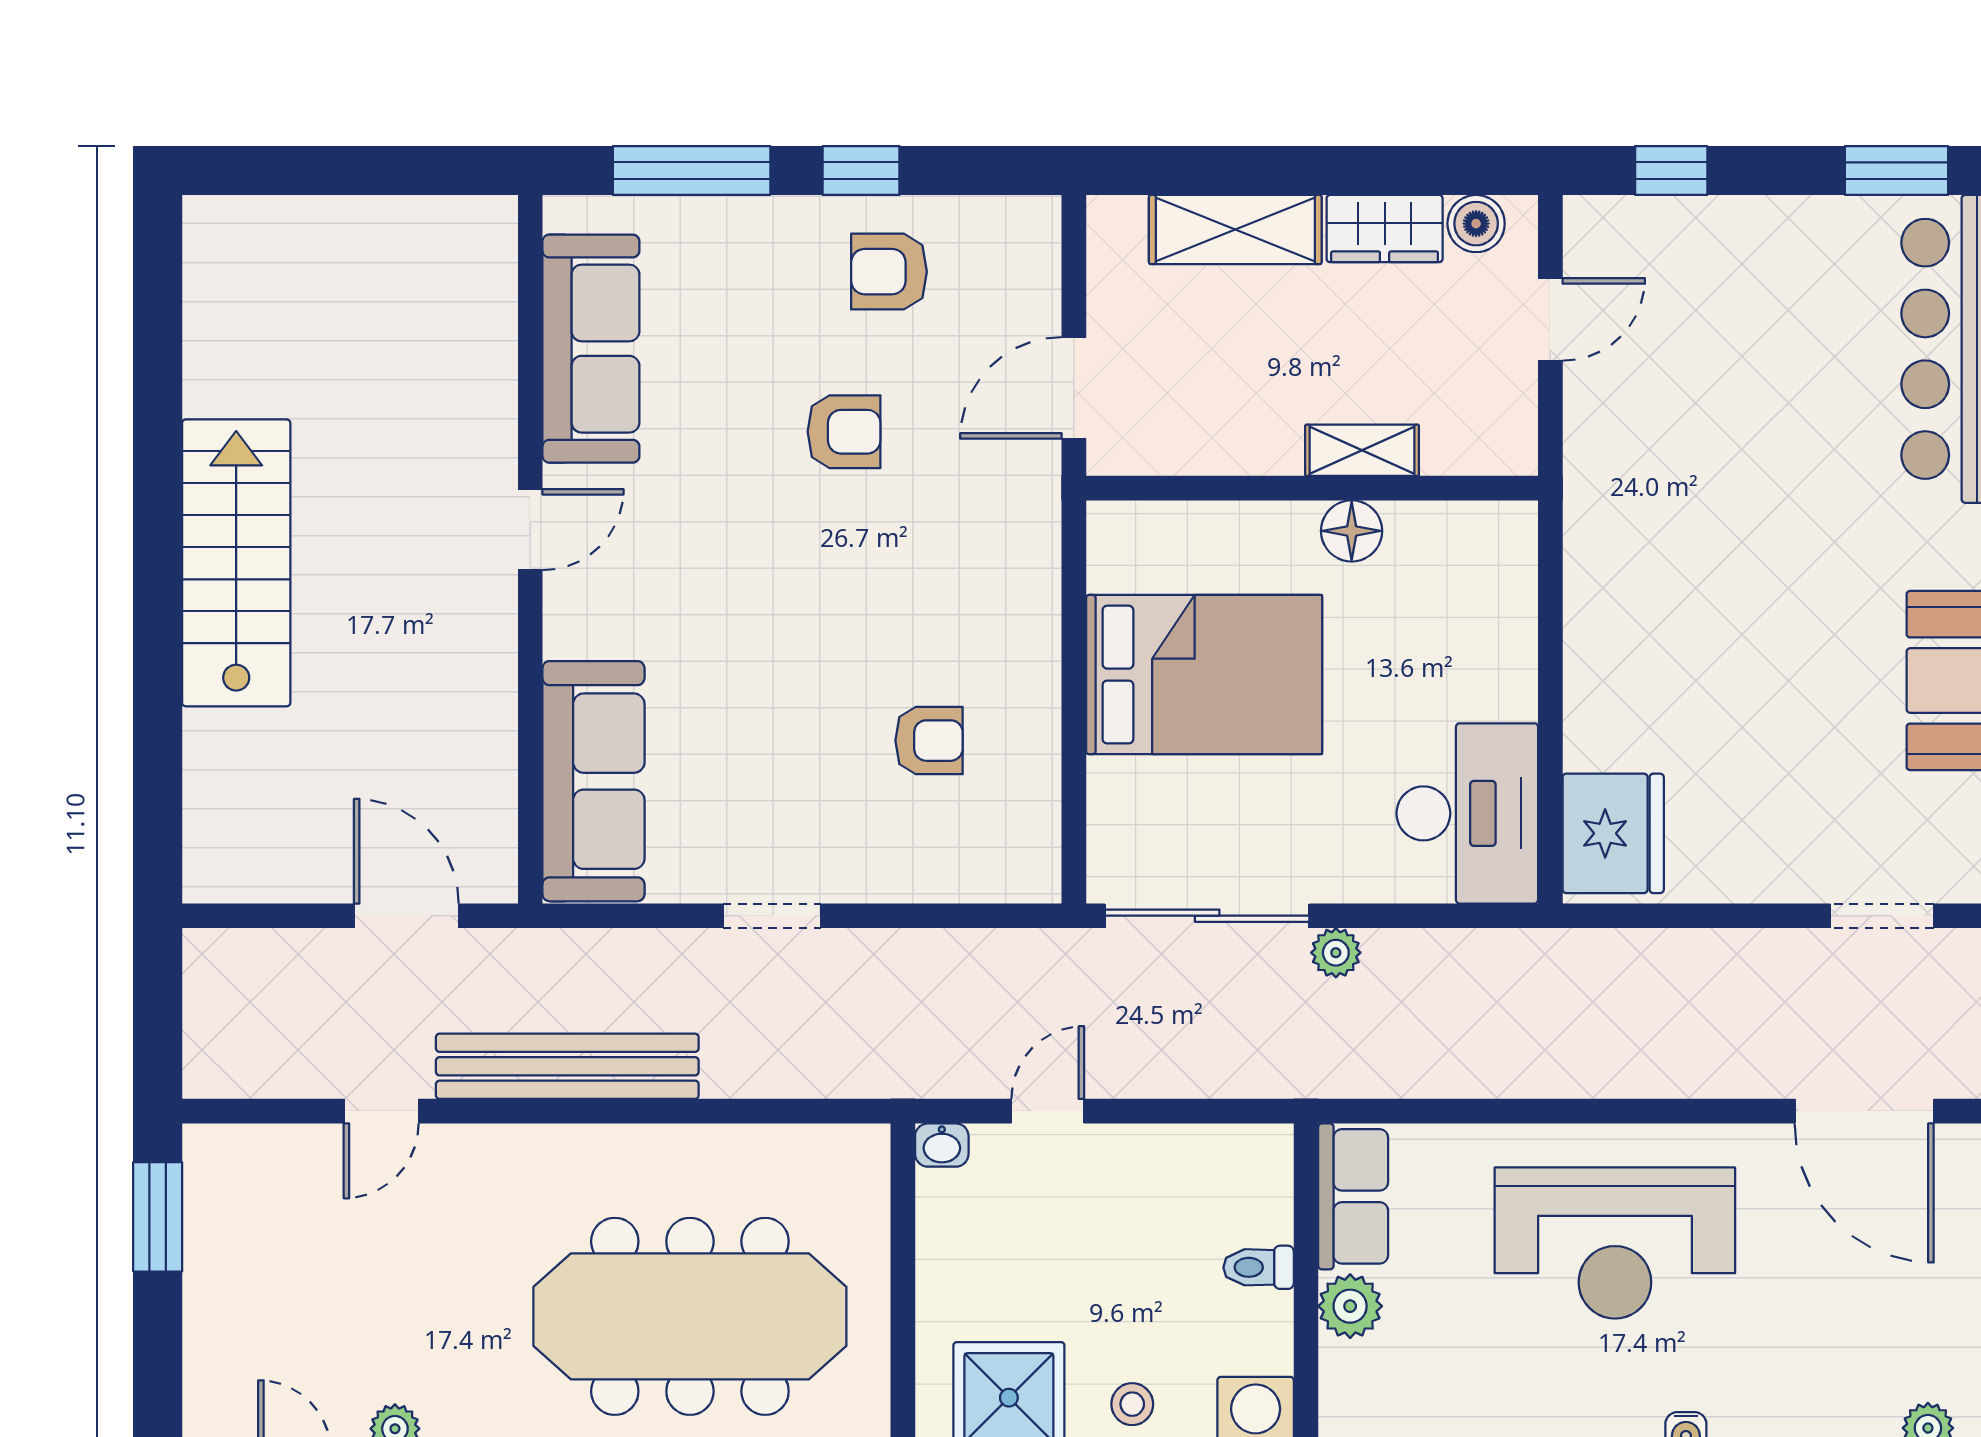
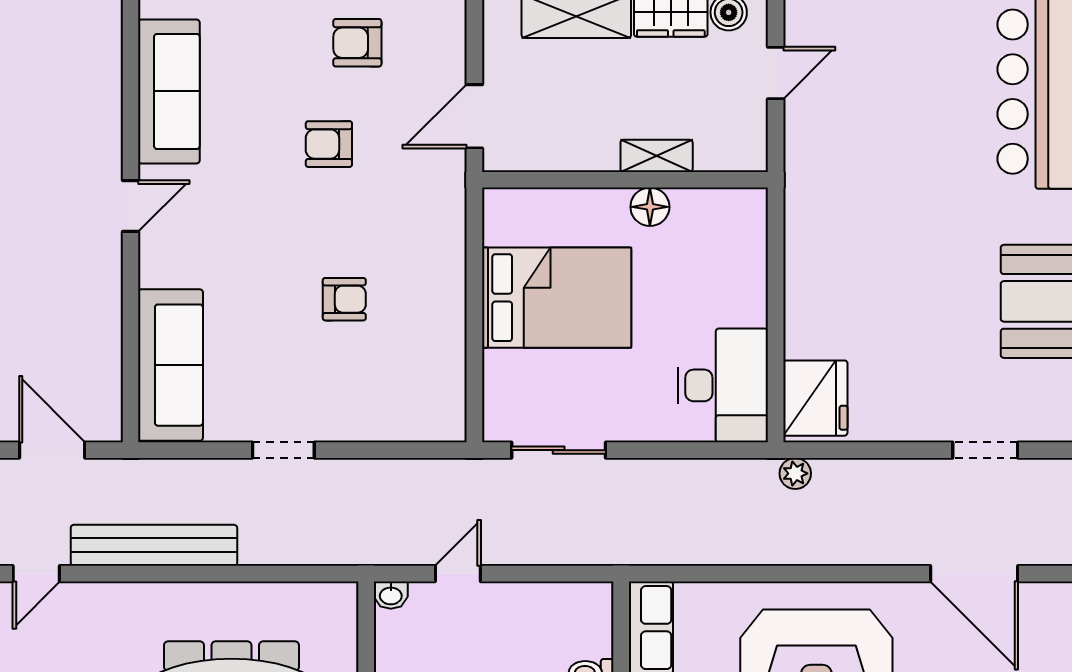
armchair: (844, 432) -> (329, 144), turned 180
armchair: (929, 741) -> (344, 299), moved
sliding door: (1207, 916) -> (559, 450), width x0.73
plant: (1336, 953) -> (795, 473), moved

